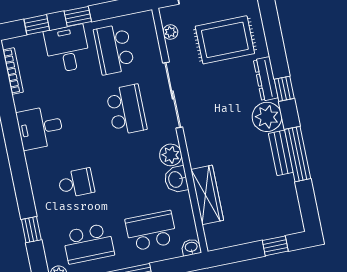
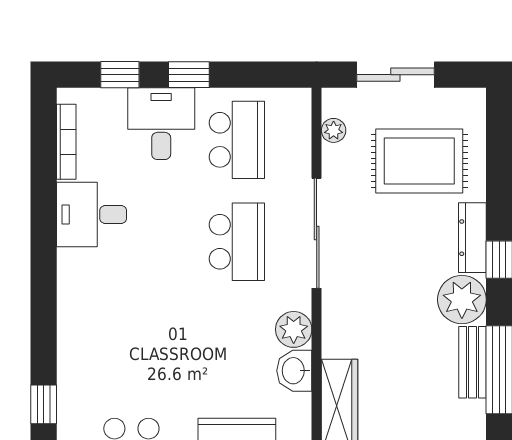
school desk: (114, 49) -> (237, 140), turned 180
desk: (40, 128) -> (91, 214), moved
school desk: (76, 183) -> (131, 344), removed

